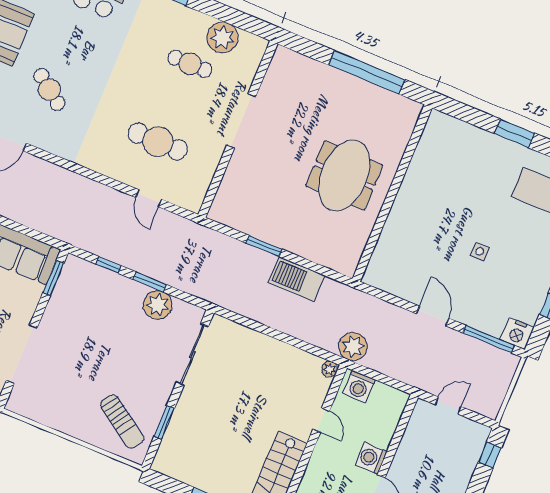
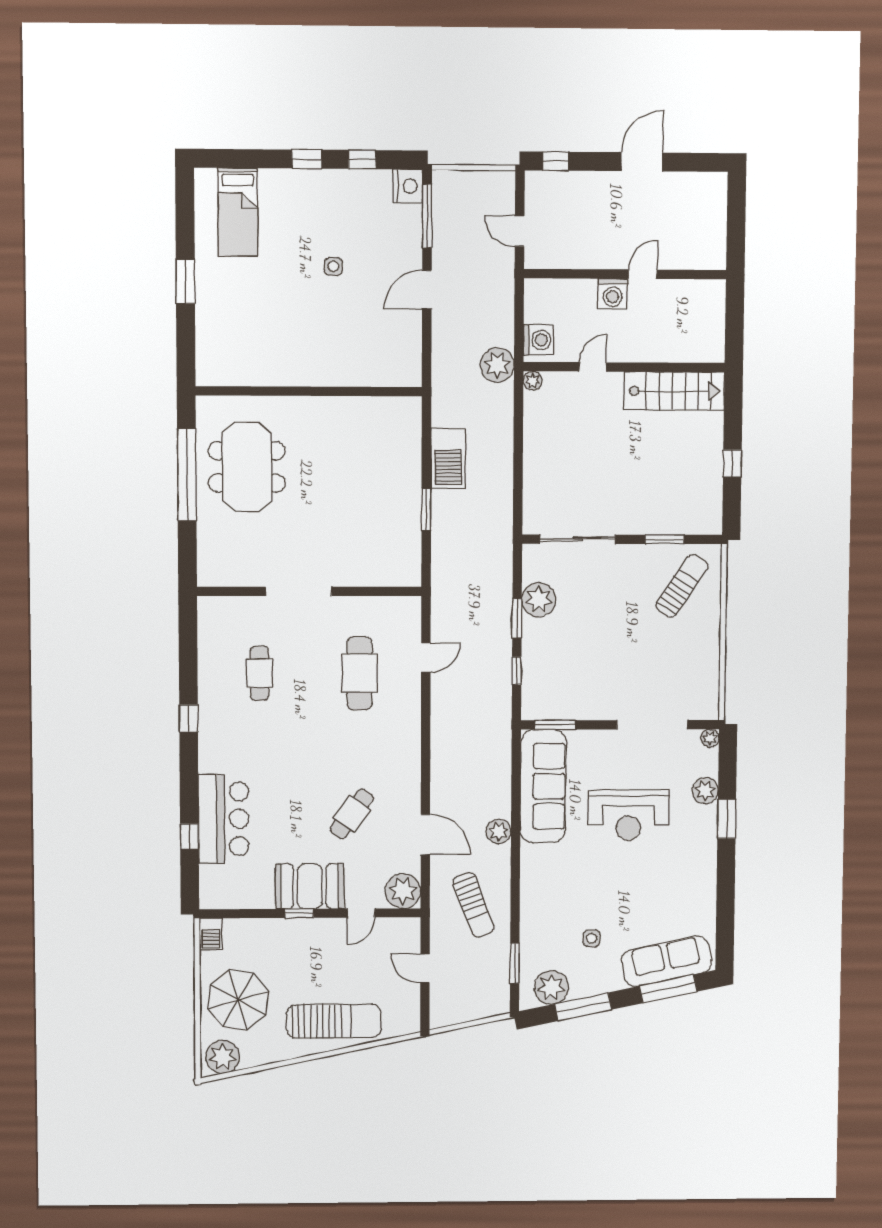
plant: (223, 37) -> (216, 650), removed
meeting table: (344, 176) -> (247, 467), moved, turned 90

